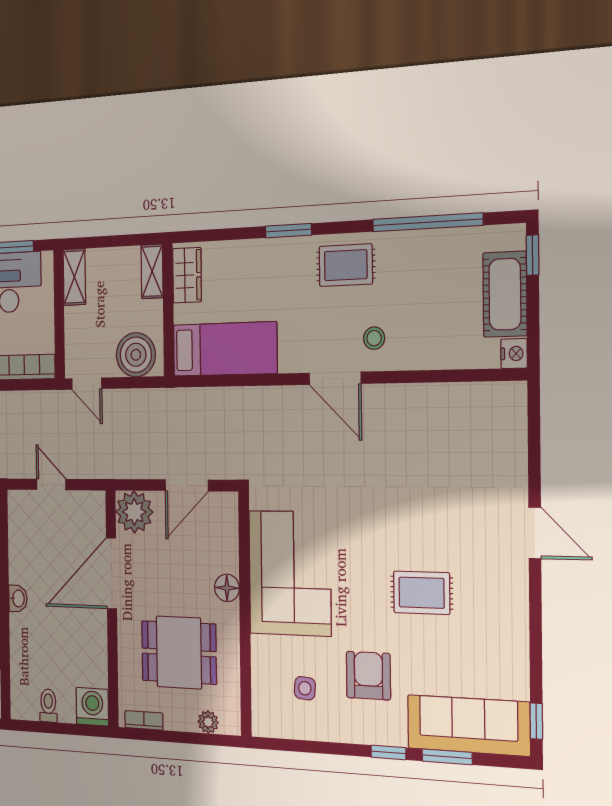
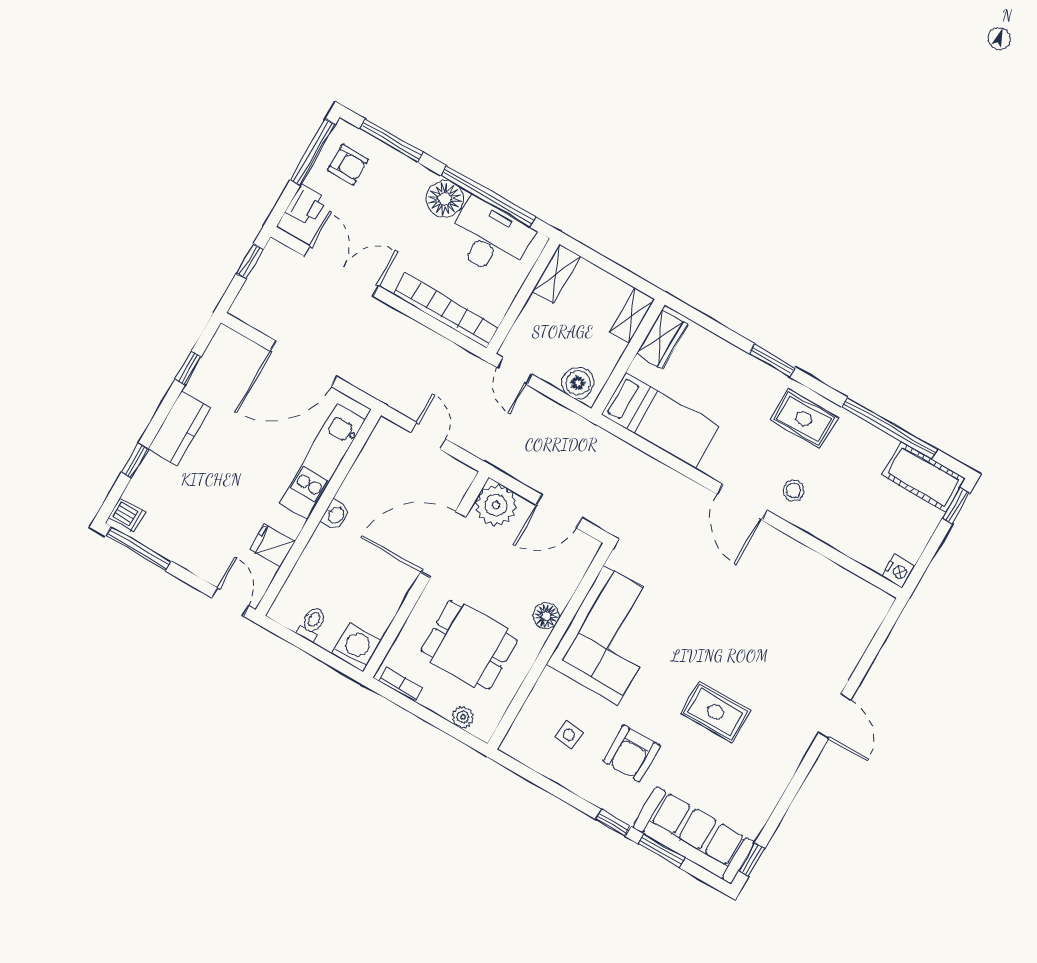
cot: (505, 294) -> (924, 477), moved, turned 90
boiler: (136, 355) -> (578, 383), width x0.73, depth x0.73
armchair: (368, 676) -> (632, 753), turned 180

